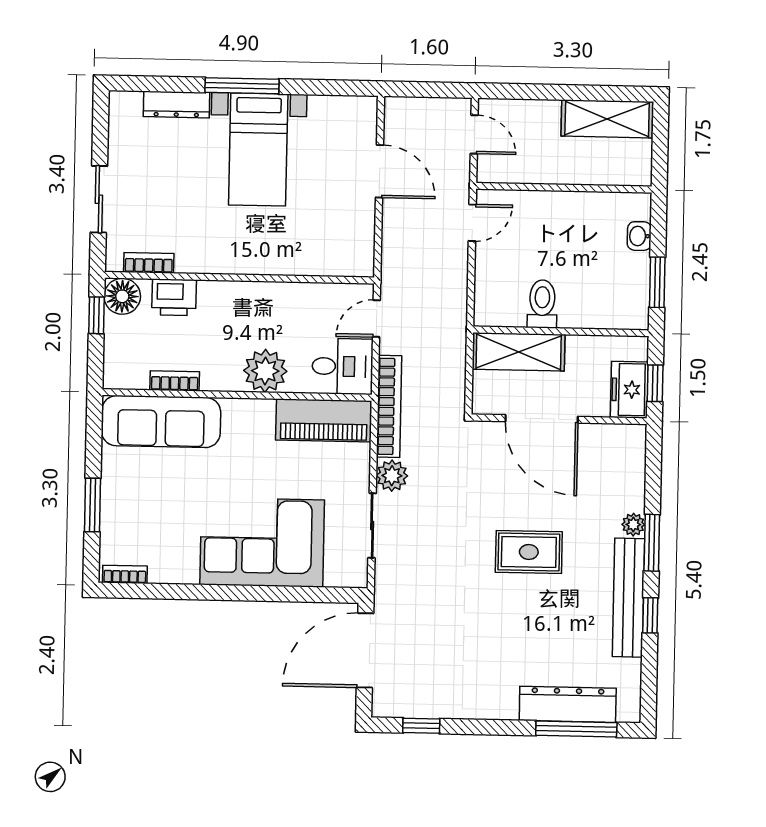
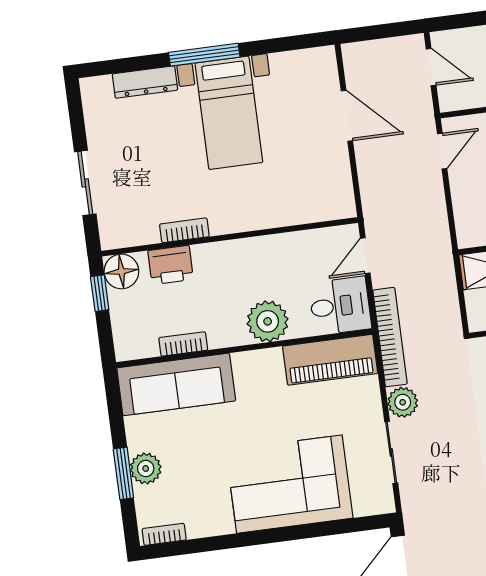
bookcase: (149, 263) -> (184, 230), moved
plant: (116, 503) -> (146, 468), added

